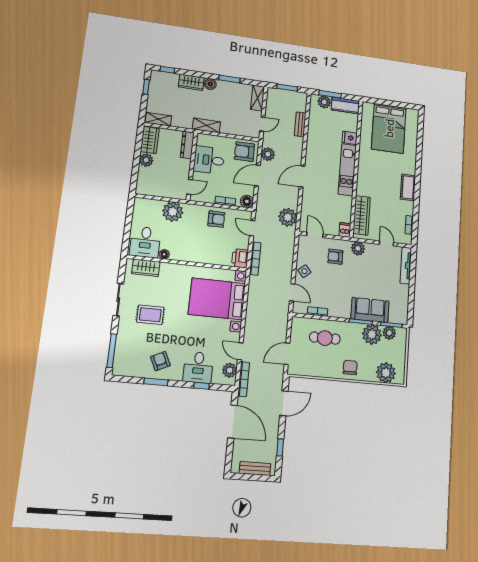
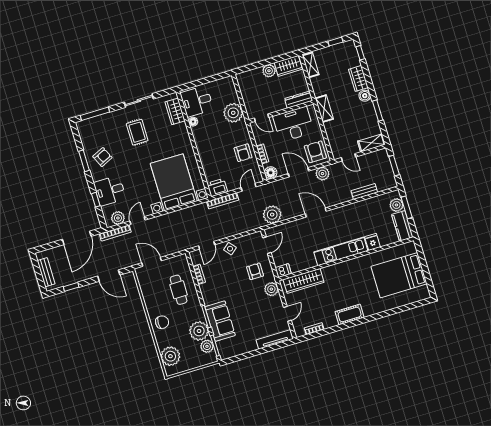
desk: (209, 160) -> (293, 124), width x1.37

